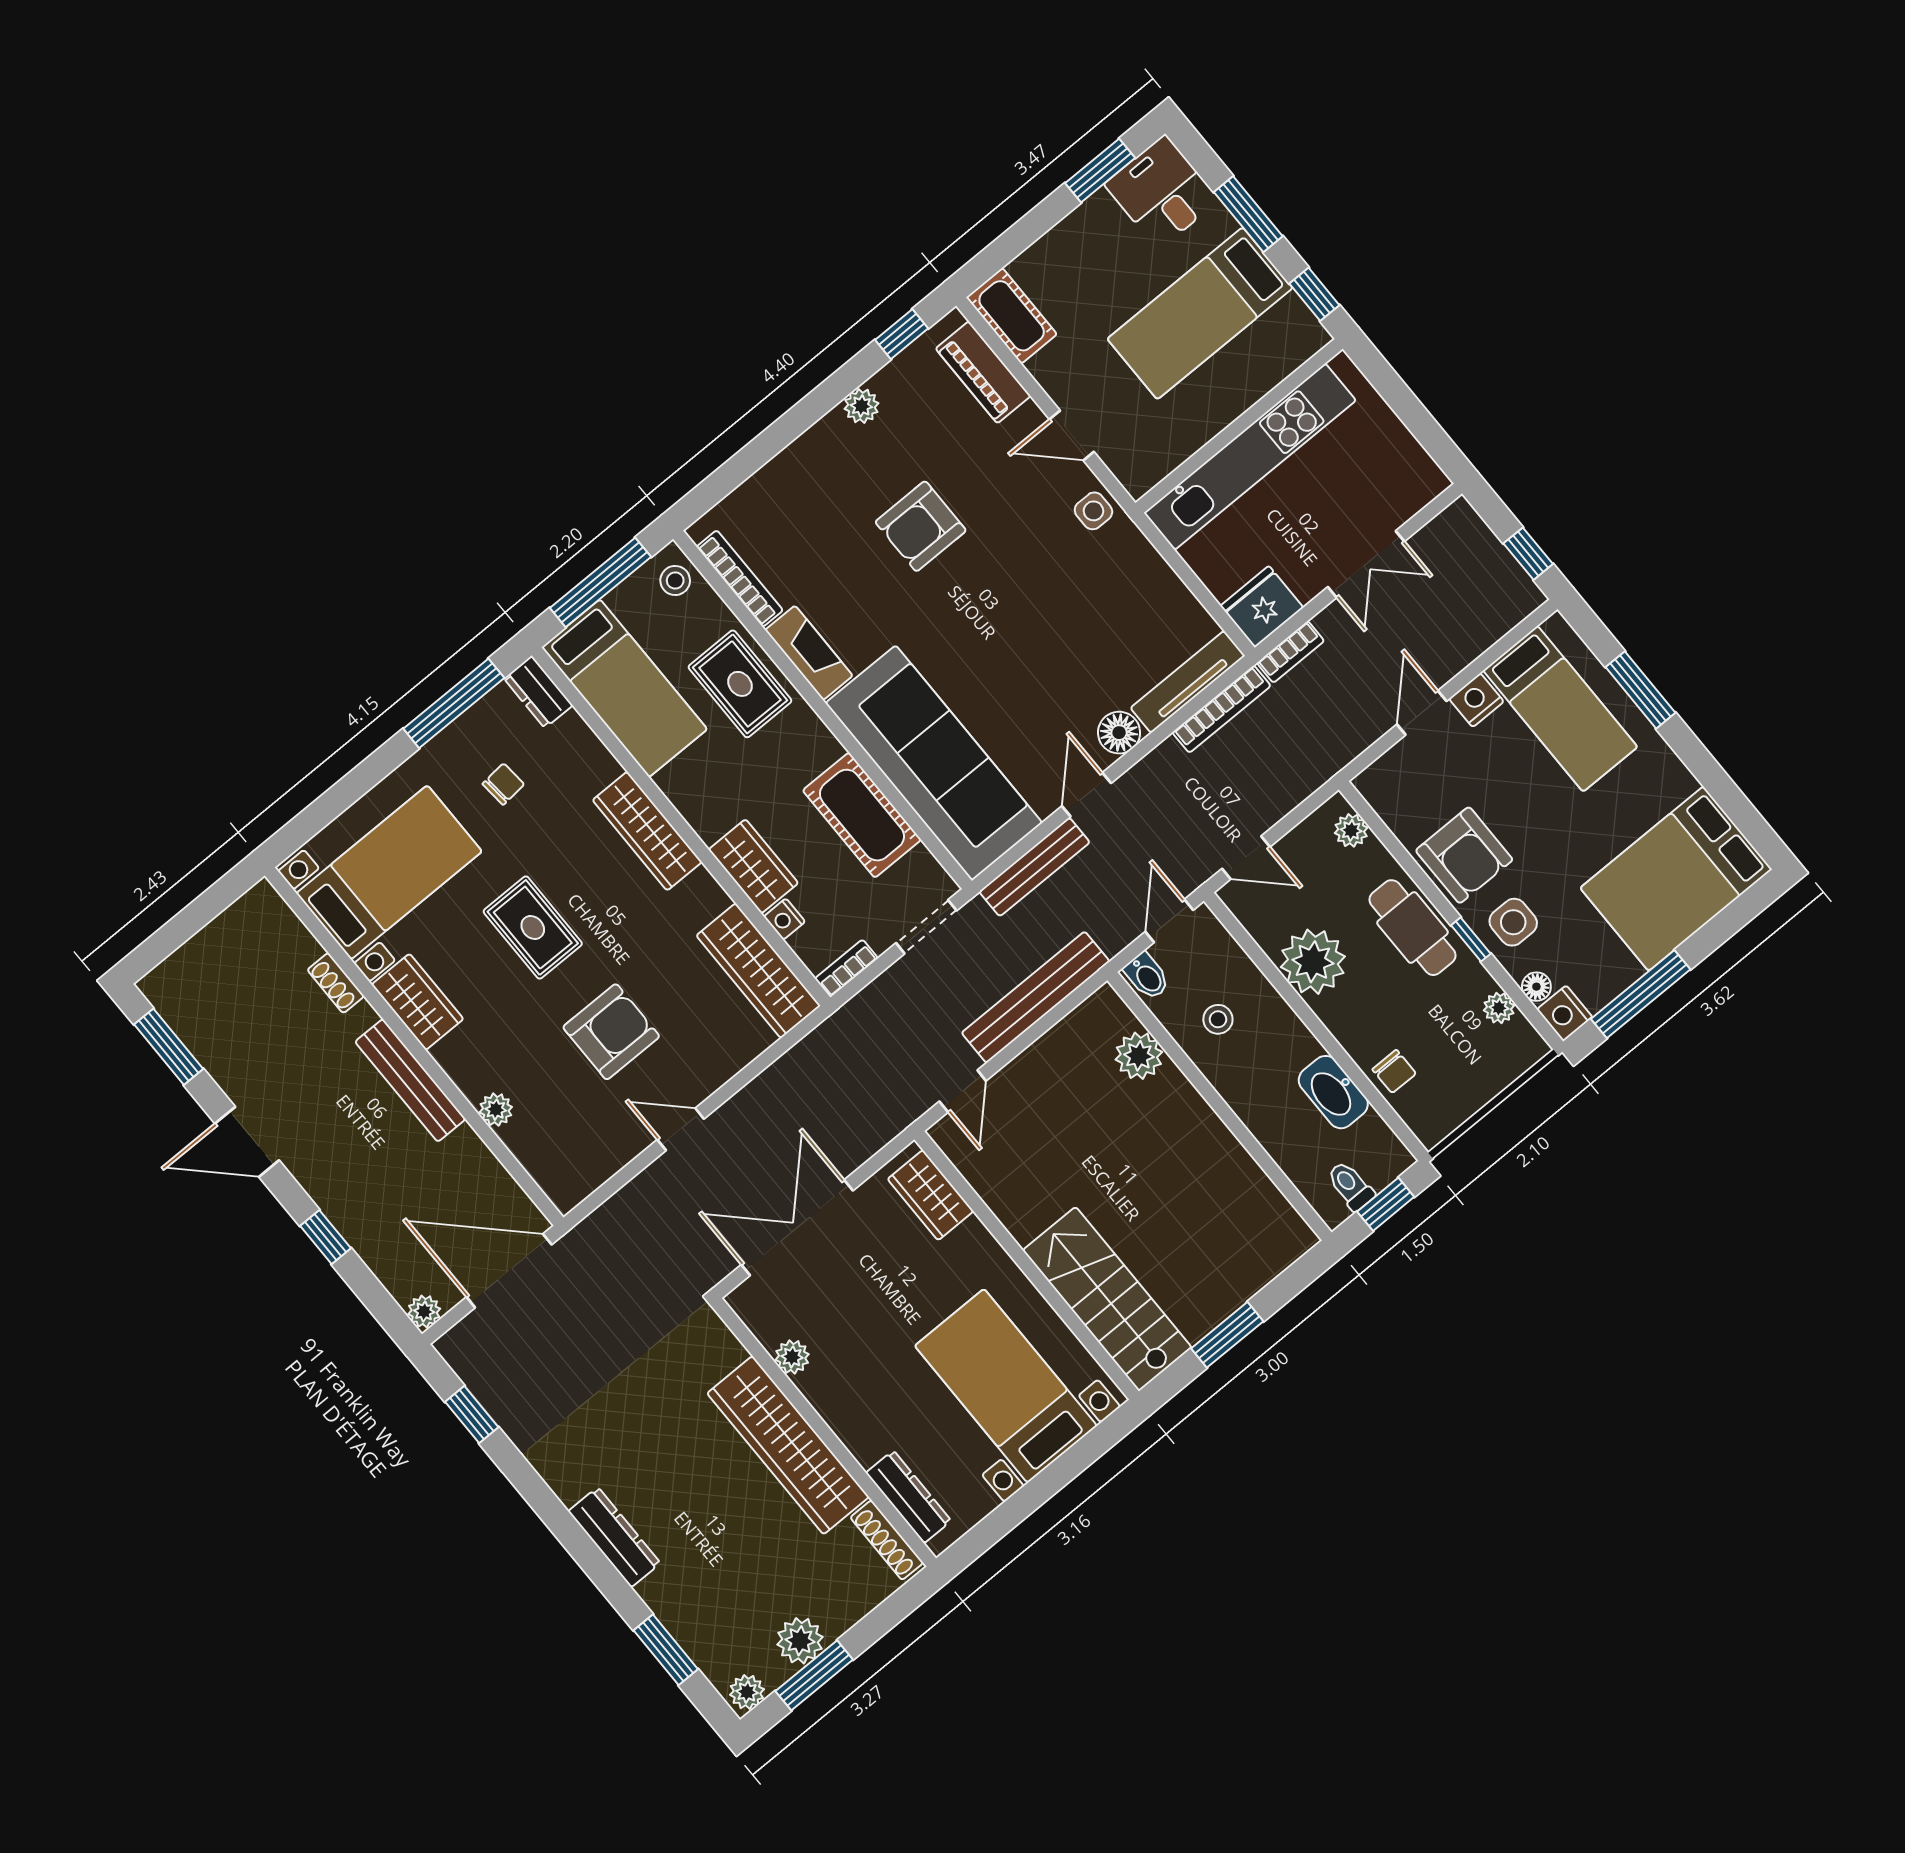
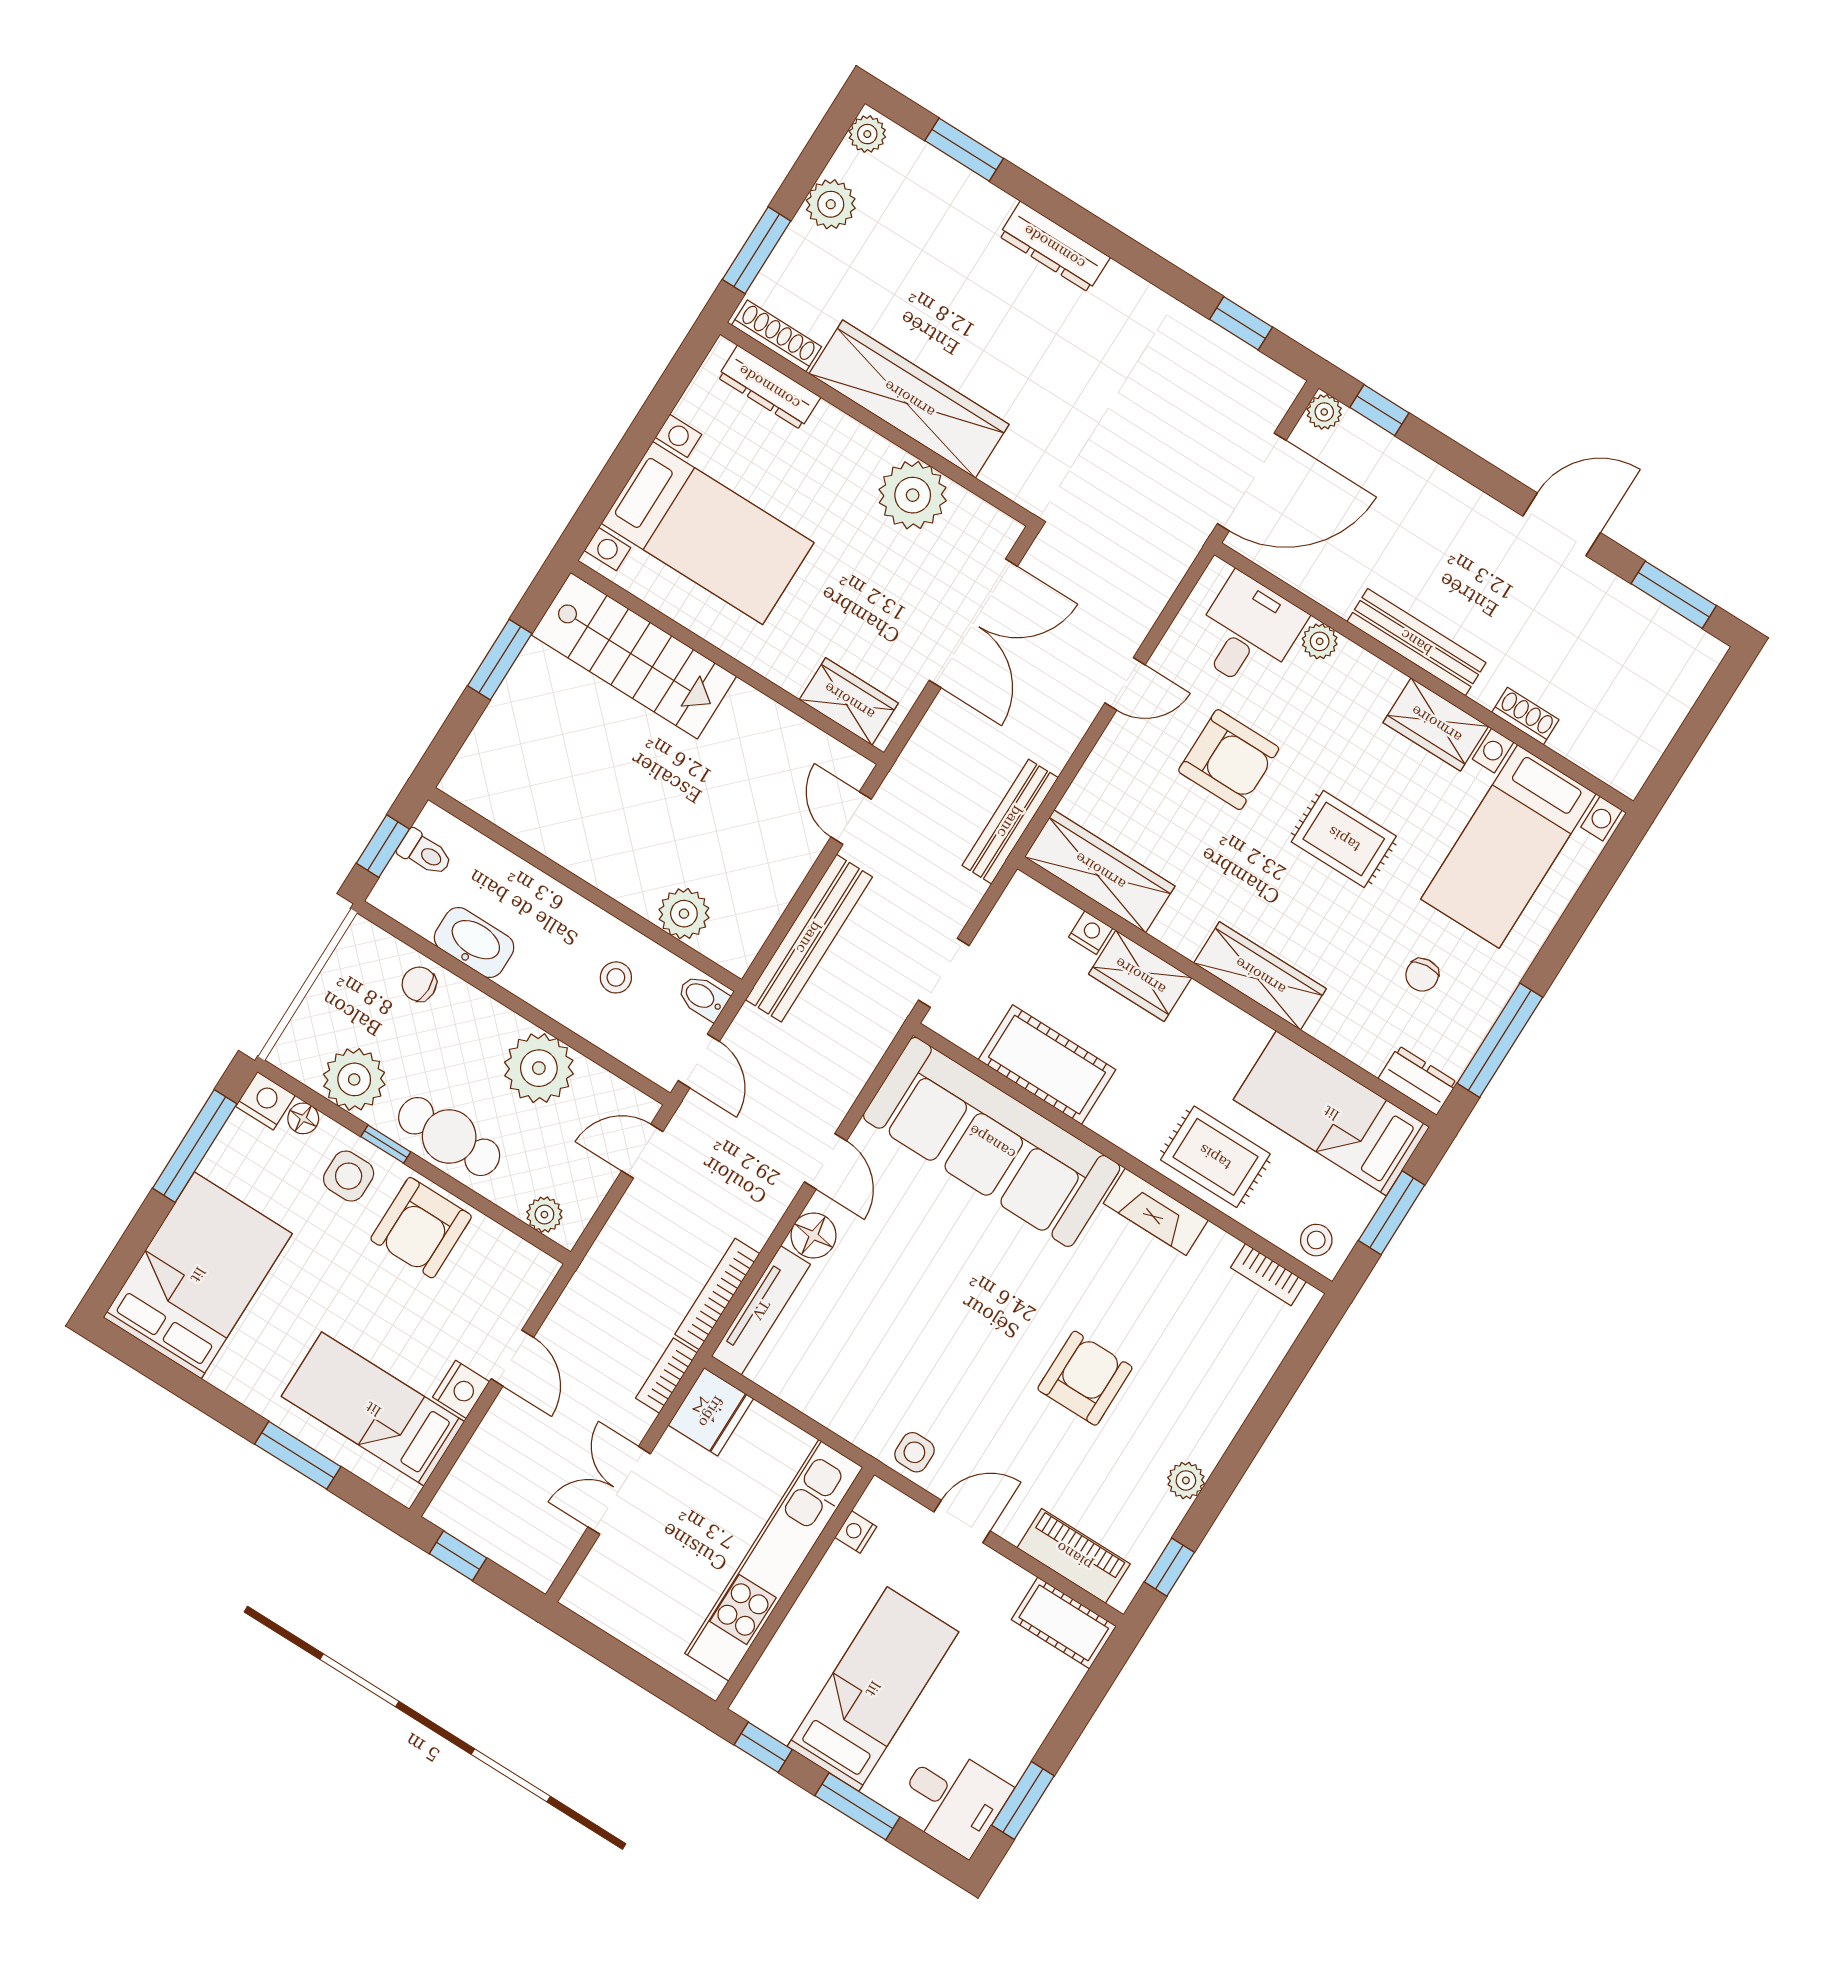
nightstand: (1169, 458) -> (856, 1532), added
bookcase: (740, 579) -> (1268, 1275), width x0.64
window: (600, 582) -> (1392, 1213), width x0.69
armchair: (1464, 855) -> (421, 1228), turned -90
bench: (1034, 867) -> (1010, 822), moved
bookcase: (846, 968) -> (1011, 904), removed
plant: (1499, 1008) -> (354, 1079), width x1.87, depth x1.87
armchair: (611, 1032) -> (1229, 760), turned -90
desk: (557, 1139) -> (1248, 632), added
window: (326, 1237) -> (1379, 410), moved
plant: (792, 1357) -> (913, 495), width x1.87, depth x1.87
window: (814, 1675) -> (757, 250), moved

